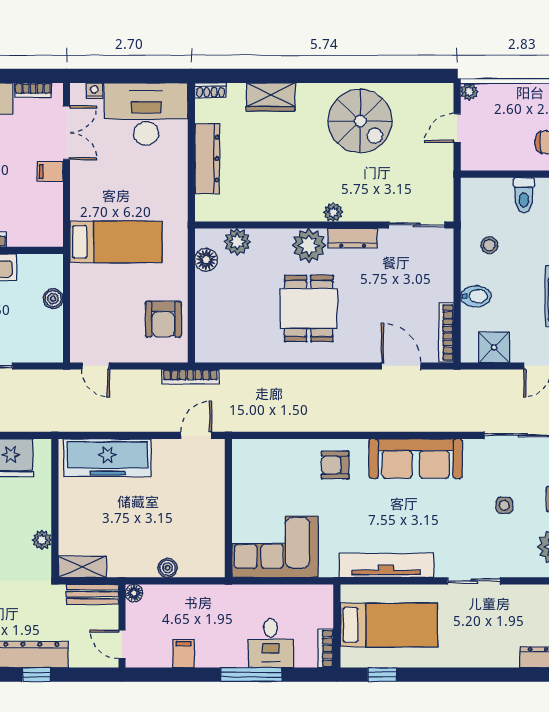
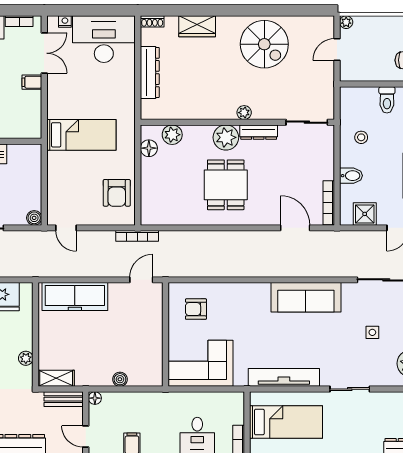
boiler: (53, 299) -> (34, 218), moved
armchair: (335, 465) -> (196, 309), moved

